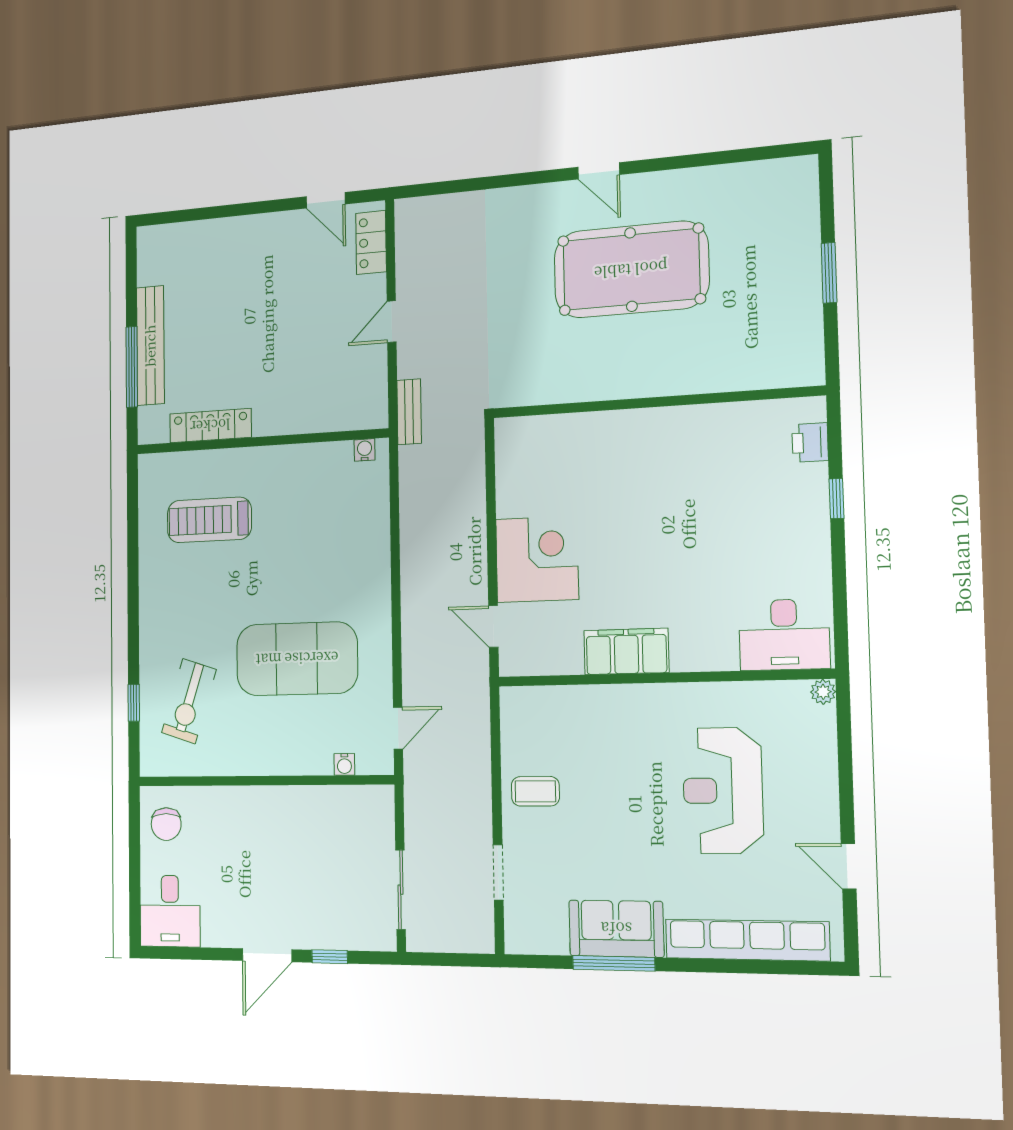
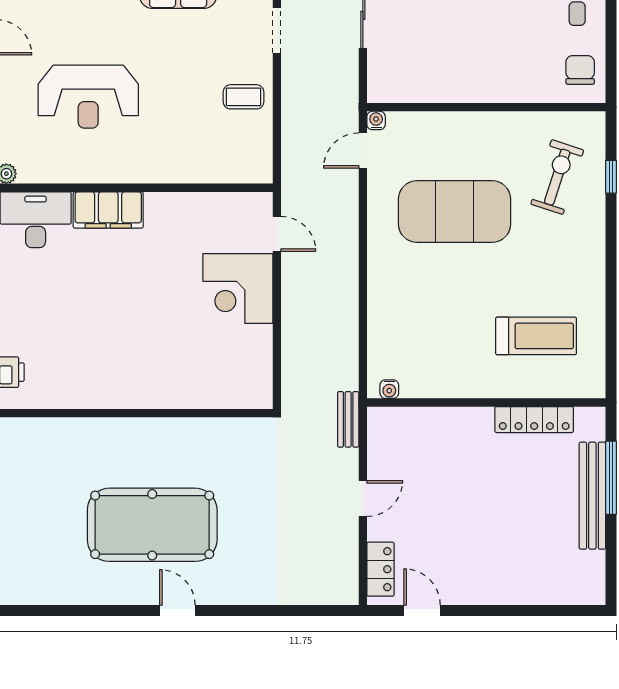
filing cabinet: (626, 651) -> (108, 210), moved
water cooler: (344, 764) -> (376, 120), moved
reception desk: (723, 791) -> (88, 97), turned 90

